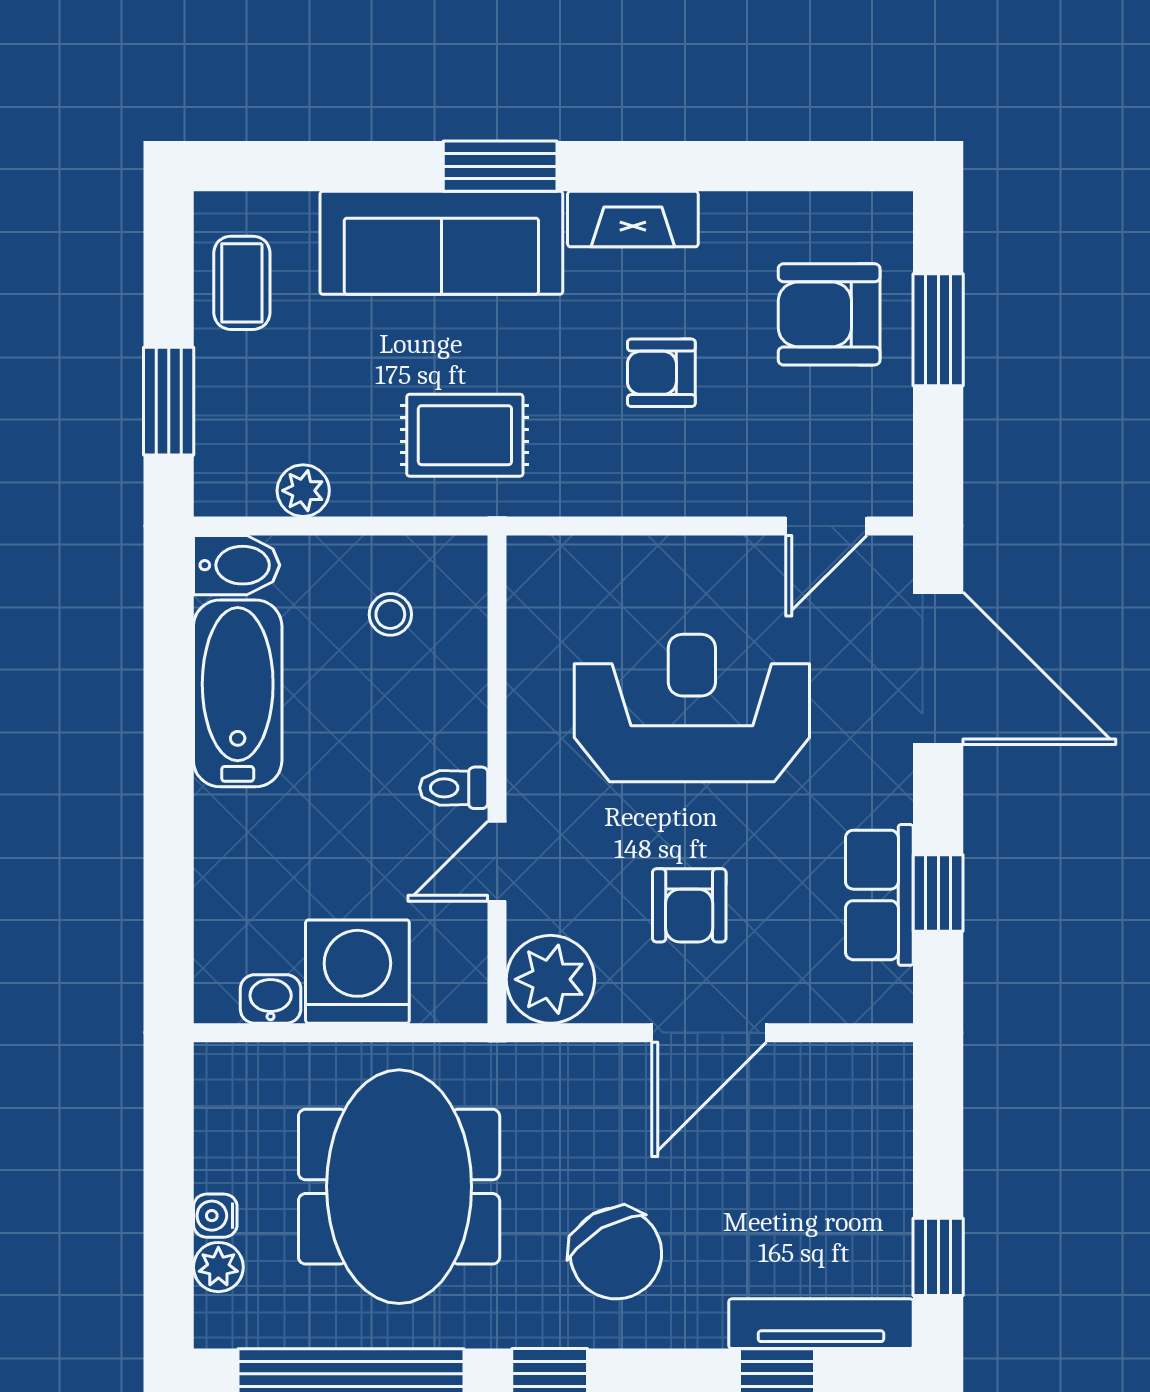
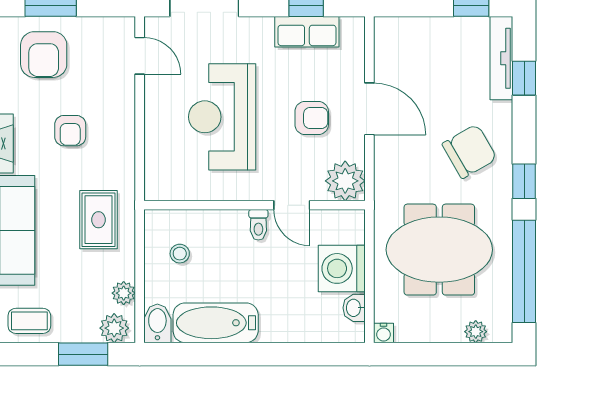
plant: (226, 470) -> (114, 328), added
water cooler: (215, 1216) -> (384, 333), moved

